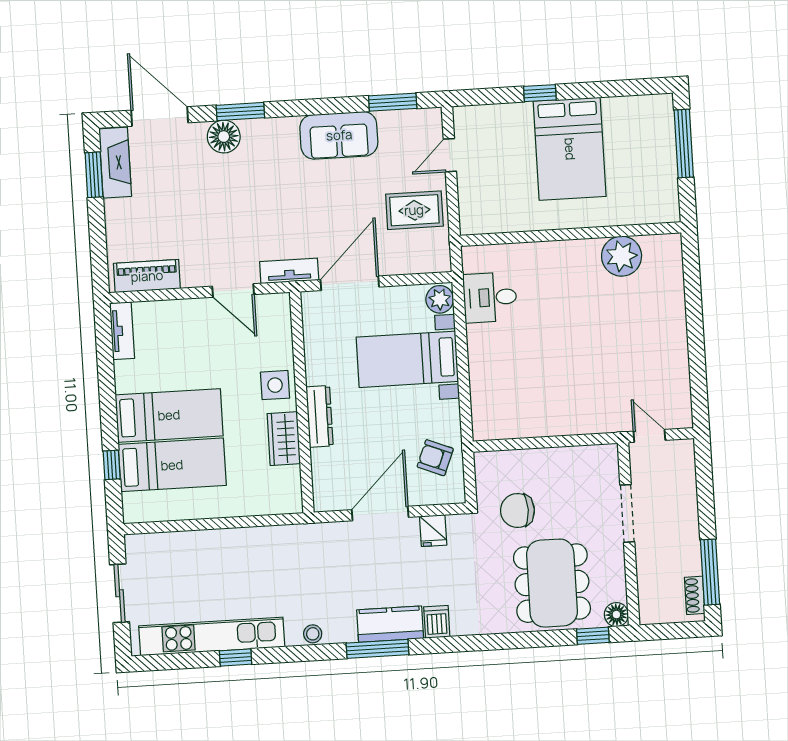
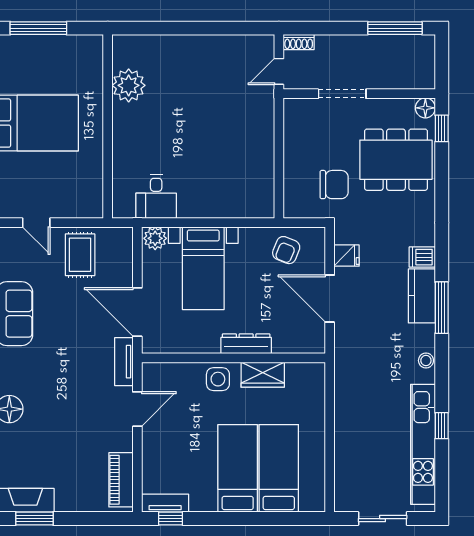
window: (112, 465) -> (171, 519), moved
chair: (518, 511) -> (334, 185), turned -90
shoe rack: (695, 595) -> (299, 42), moved

